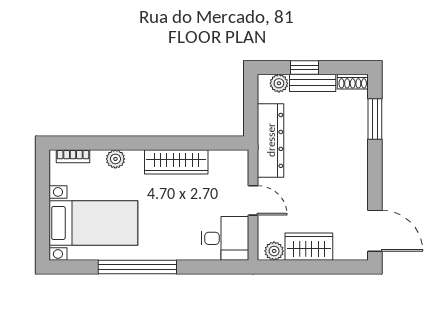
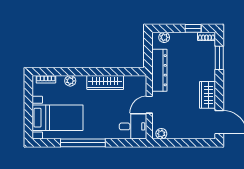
window: (305, 68) -> (193, 28), moved
bench: (313, 83) -> (184, 37), removed
door: (253, 200) -> (149, 105), swing flipped
wardrobe: (309, 247) -> (208, 95), moved, turned -90

